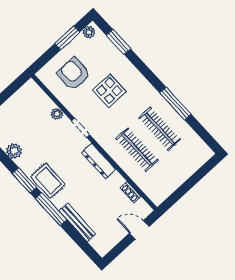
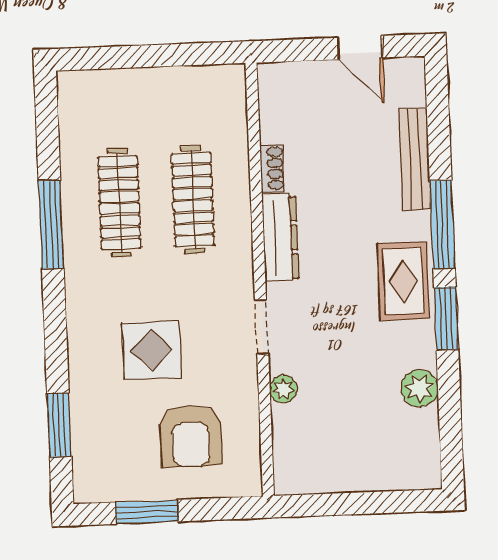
plant: (89, 32) -> (98, 489), removed
shoe rack: (131, 192) -> (272, 169), moved
door: (139, 230) -> (360, 48), moved

